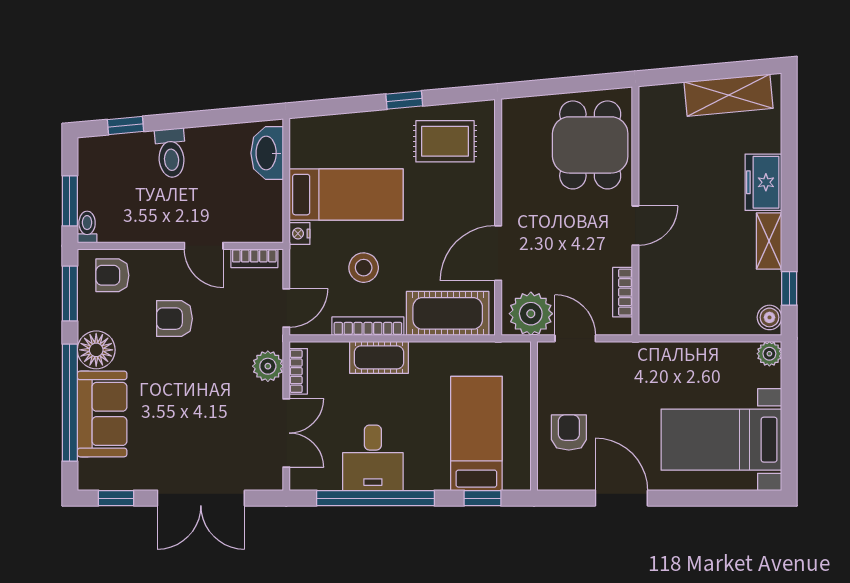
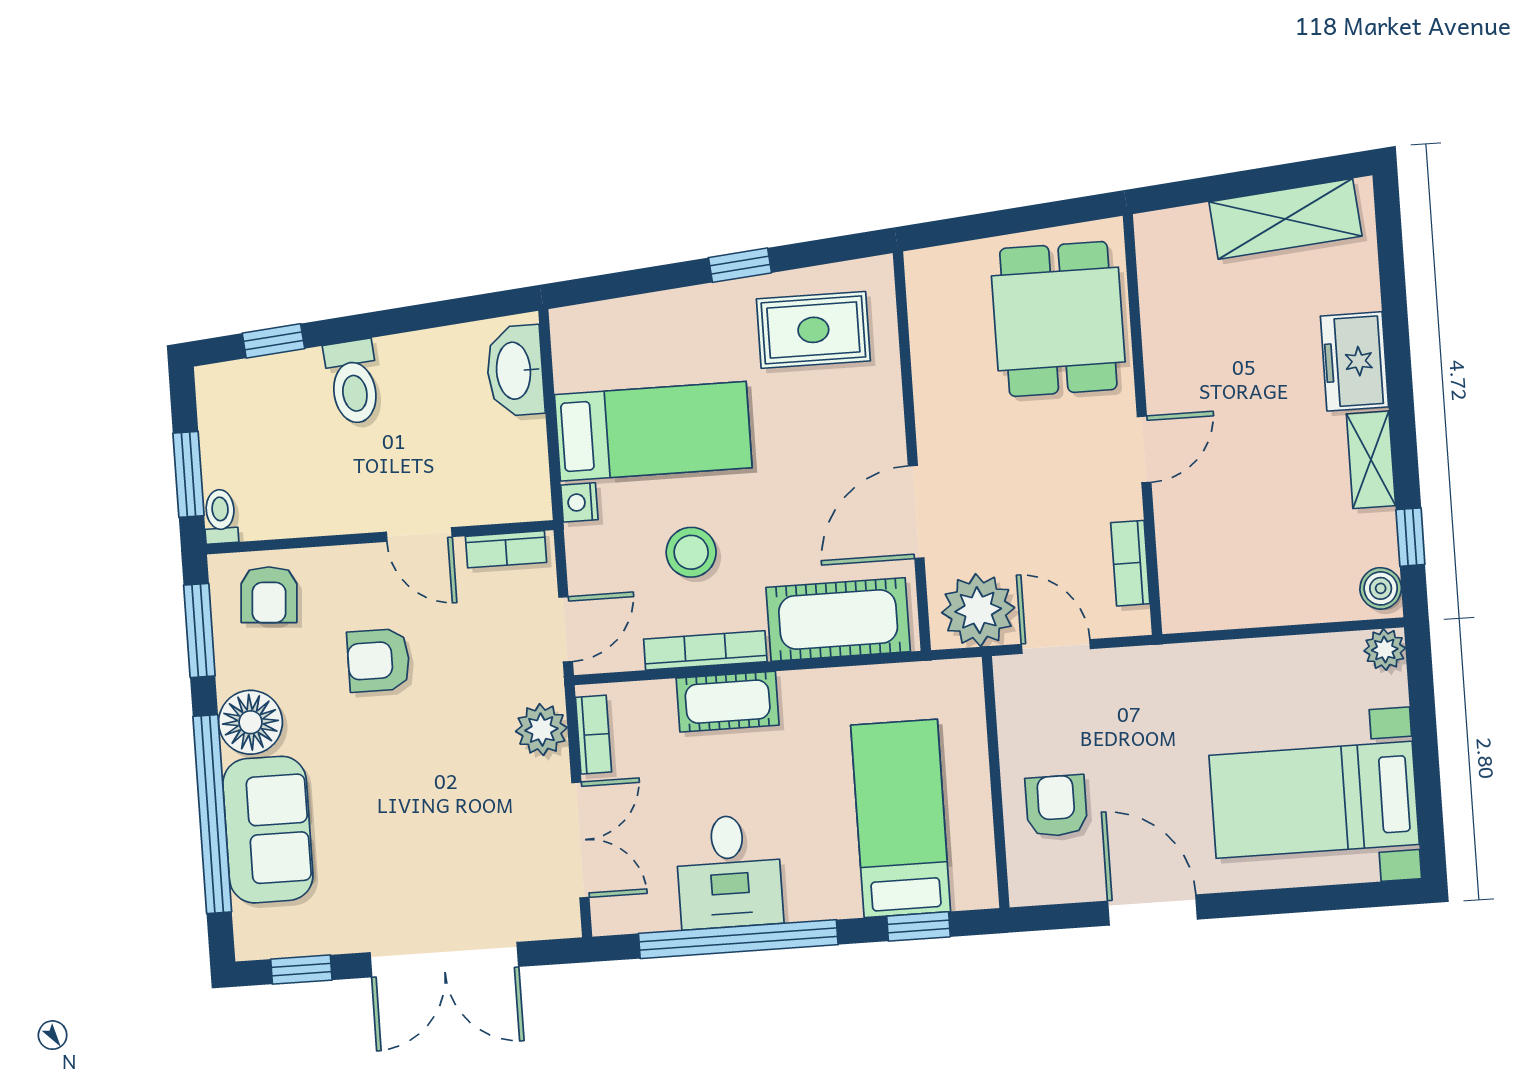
armchair: (112, 275) -> (269, 595), turned -86

